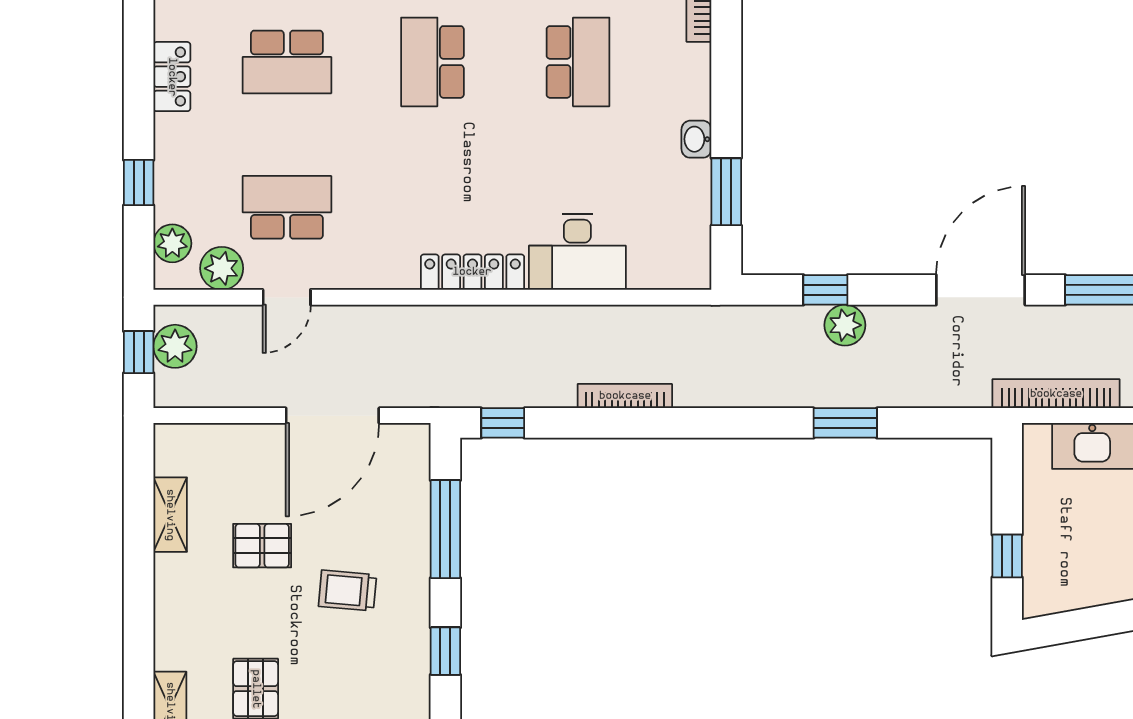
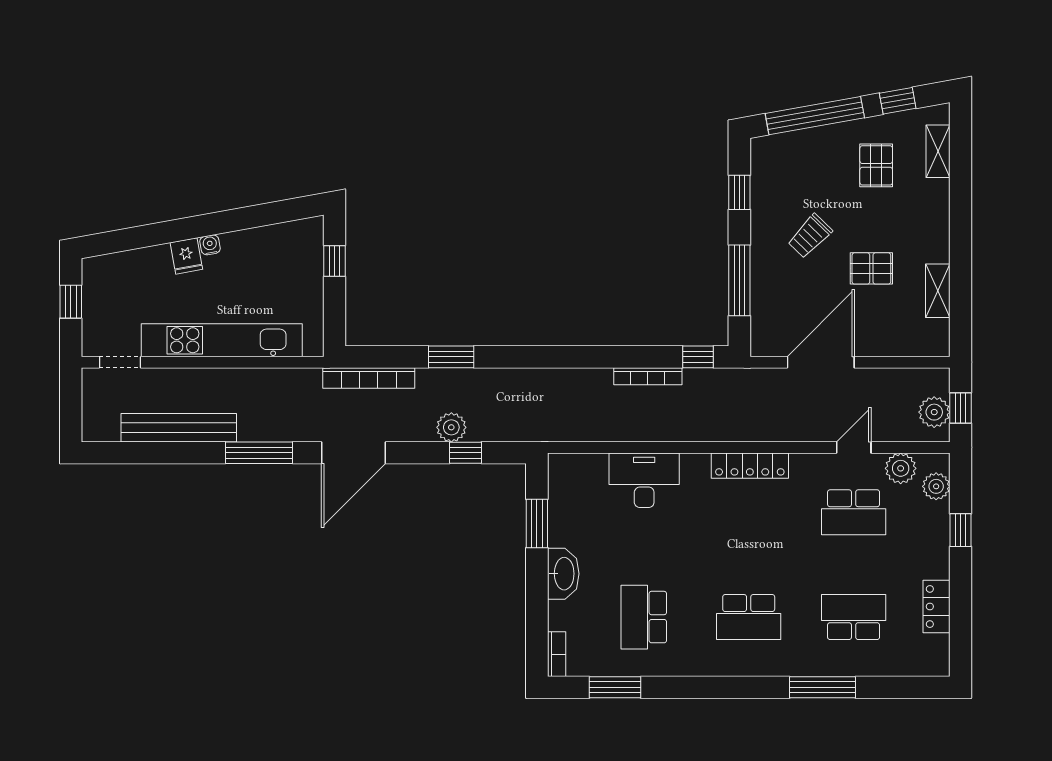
school desk: (432, 62) -> (749, 617), turned 90
washbasin: (696, 139) -> (563, 574), width x1.91, depth x1.45
locker: (472, 272) -> (750, 466), moved
bookcase: (1056, 394) -> (369, 378), moved
bookcase: (625, 396) -> (648, 376), moved
trolley: (347, 591) -> (810, 236), turned 129

